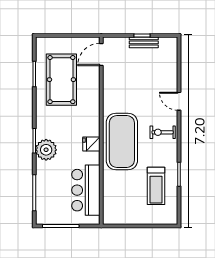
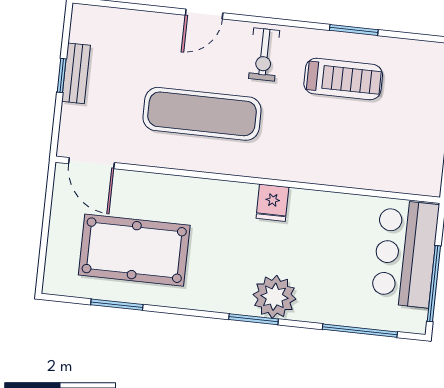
exercise mat: (122, 141) -> (202, 114), moved, width x0.68
treadmill: (156, 186) -> (343, 79), moved
bar counter: (86, 190) -> (405, 253), moved, turned 90

